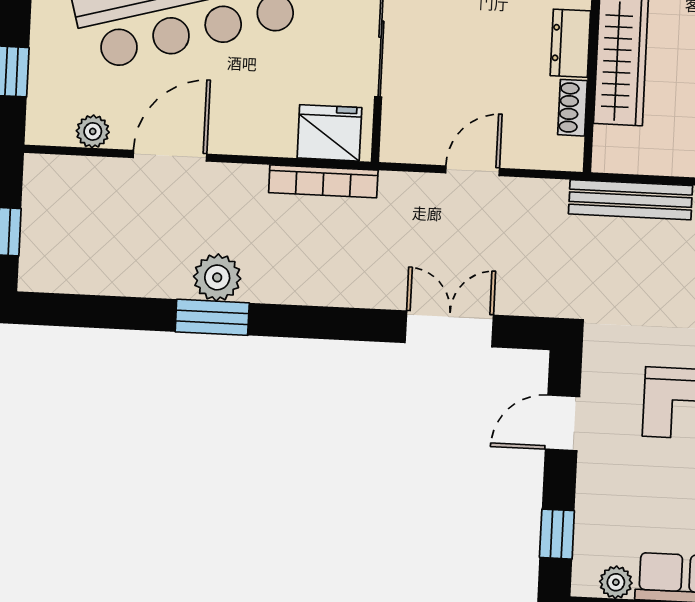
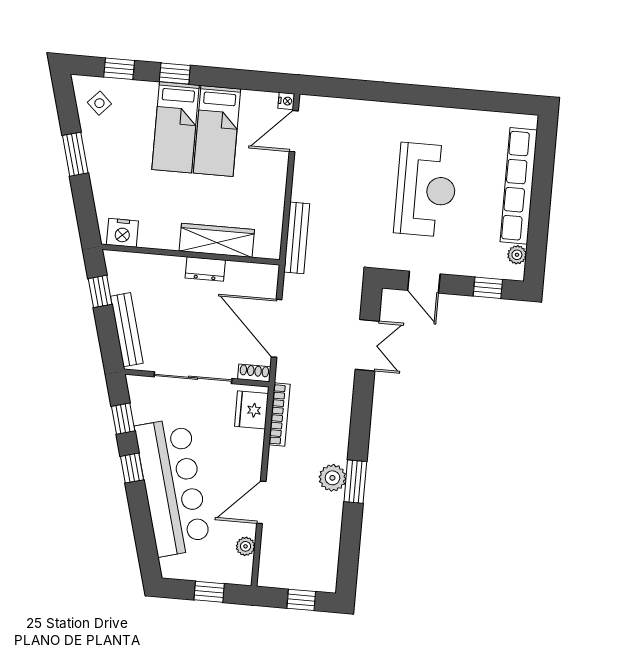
shoe rack: (573, 108) -> (254, 373), moved, turned 180
door: (170, 156) -> (261, 502), hinge flipped
door: (473, 171) -> (277, 328), width x1.87
double door: (449, 329) -> (367, 345), swing flipped

